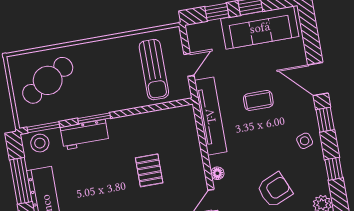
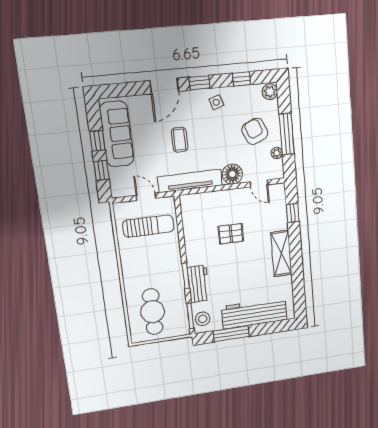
cafe table: (48, 80) -> (153, 312), turned 31
floor lamp: (217, 173) -> (232, 174), width x1.89, depth x1.89

